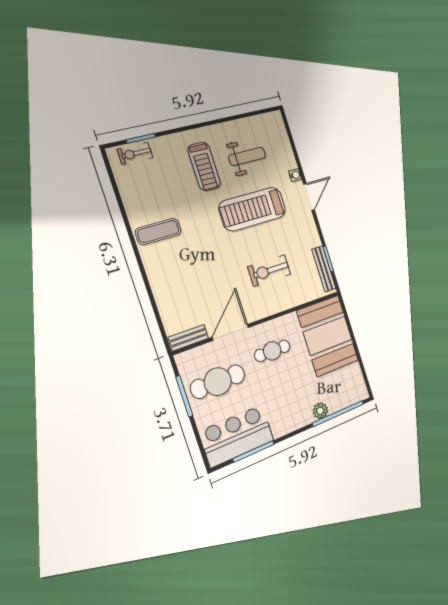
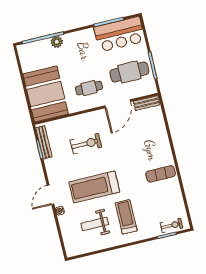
treadmill: (252, 209) -> (94, 187), turned 180

